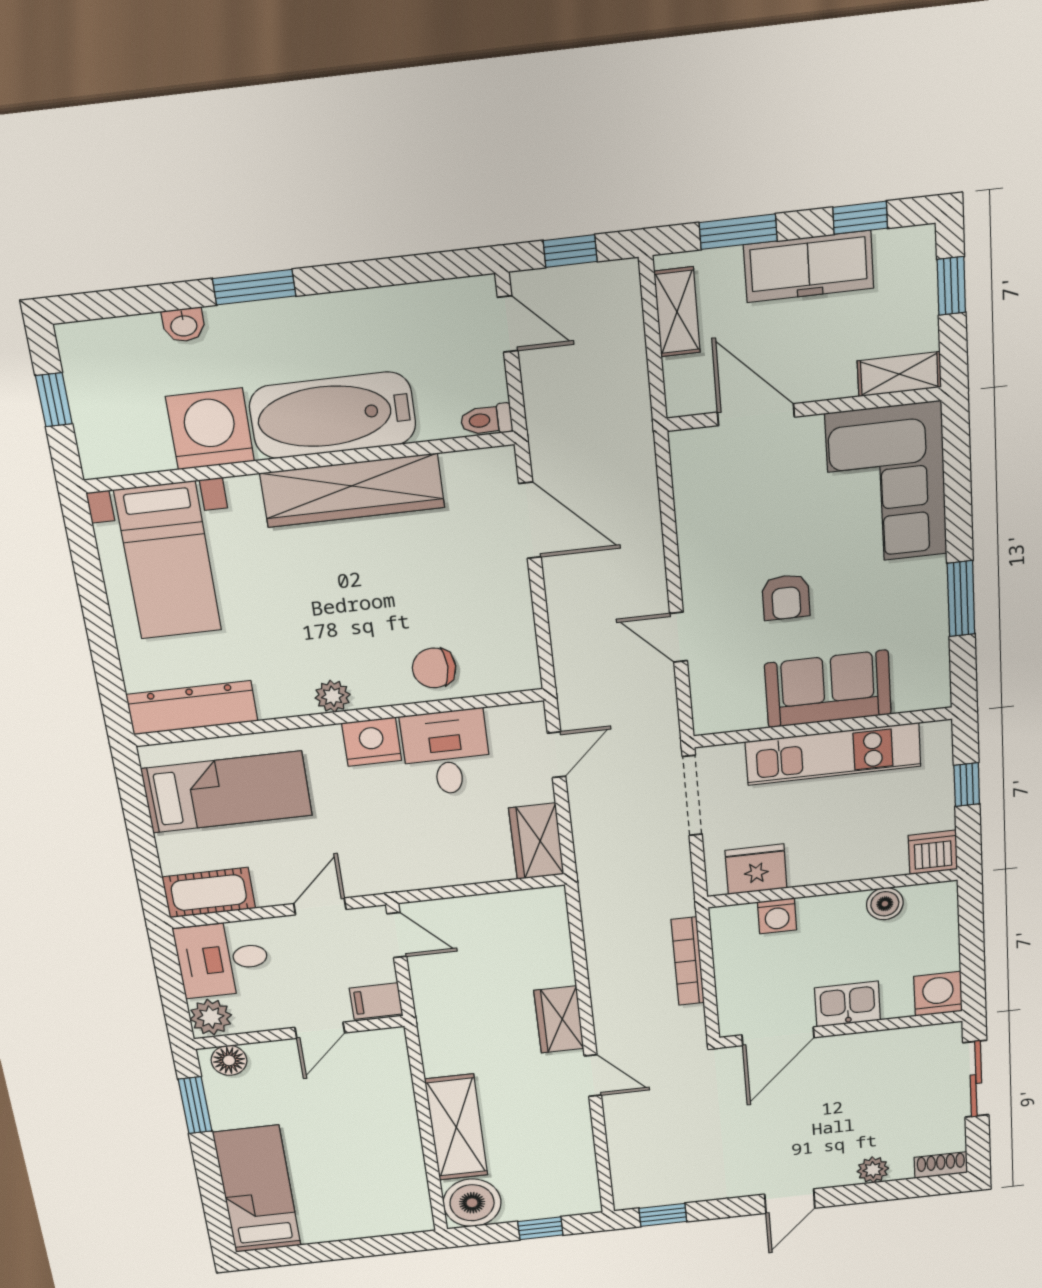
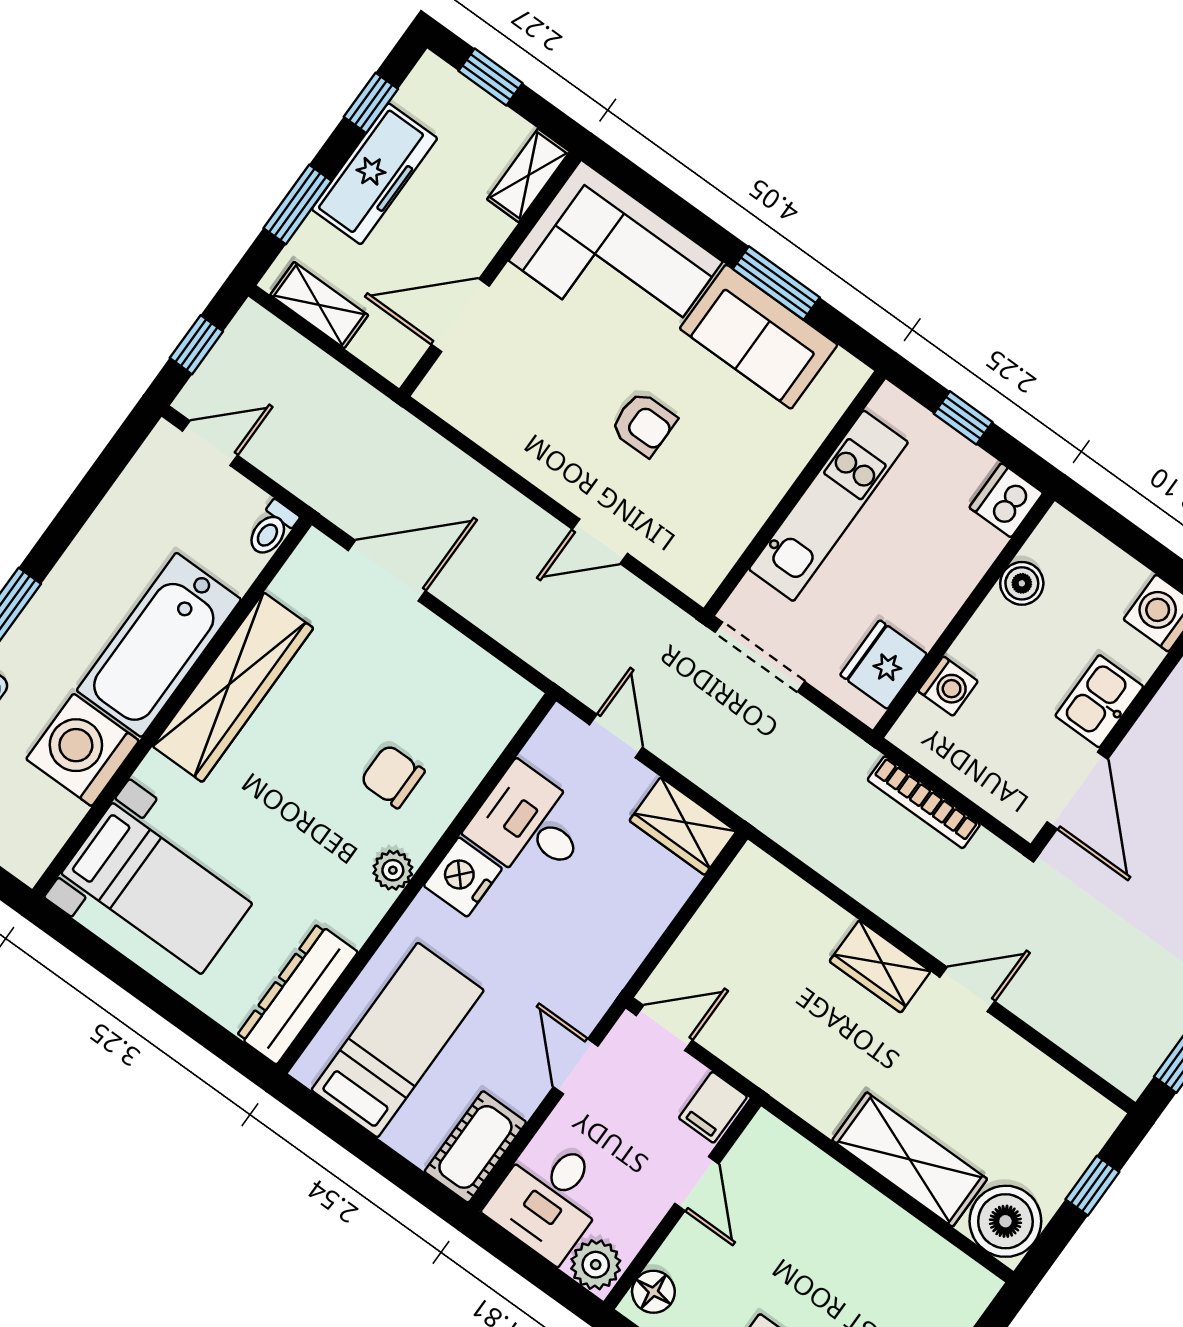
chair: (434, 668) -> (392, 776), moved, turned 90
sofa: (828, 689) -> (759, 337), moved, turned -90

